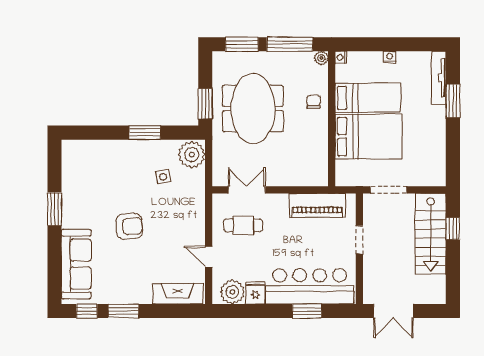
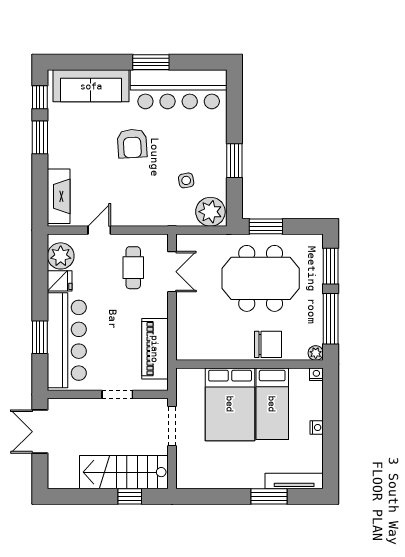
chair: (314, 102) -> (268, 344), width x1.87, depth x1.87
bar counter: (79, 184) -> (179, 89), added

